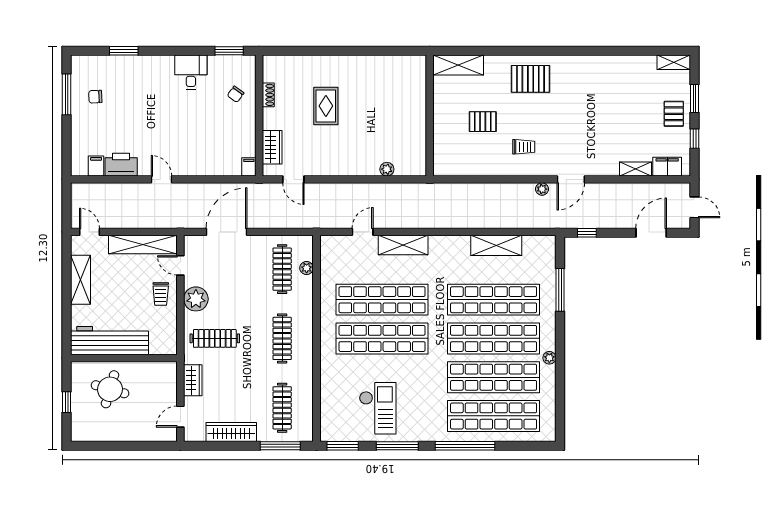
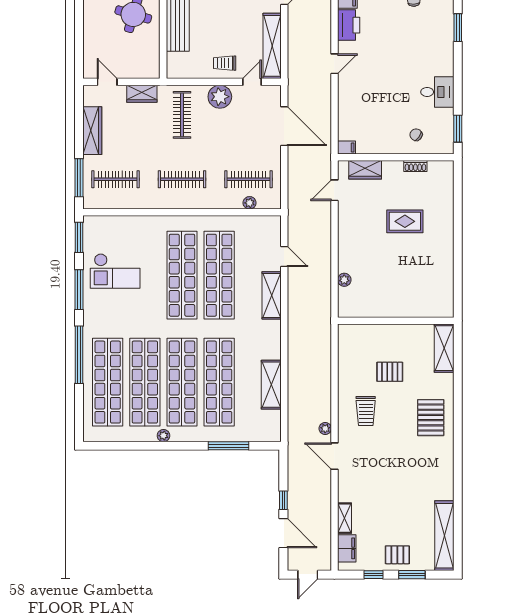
shelving: (674, 62) -> (444, 536), width x2.20, depth x1.33
pallet: (483, 122) -> (390, 372), turned 90
trolley: (524, 147) -> (366, 411), width x1.36, depth x1.39
window: (587, 233) -> (283, 500), moved

